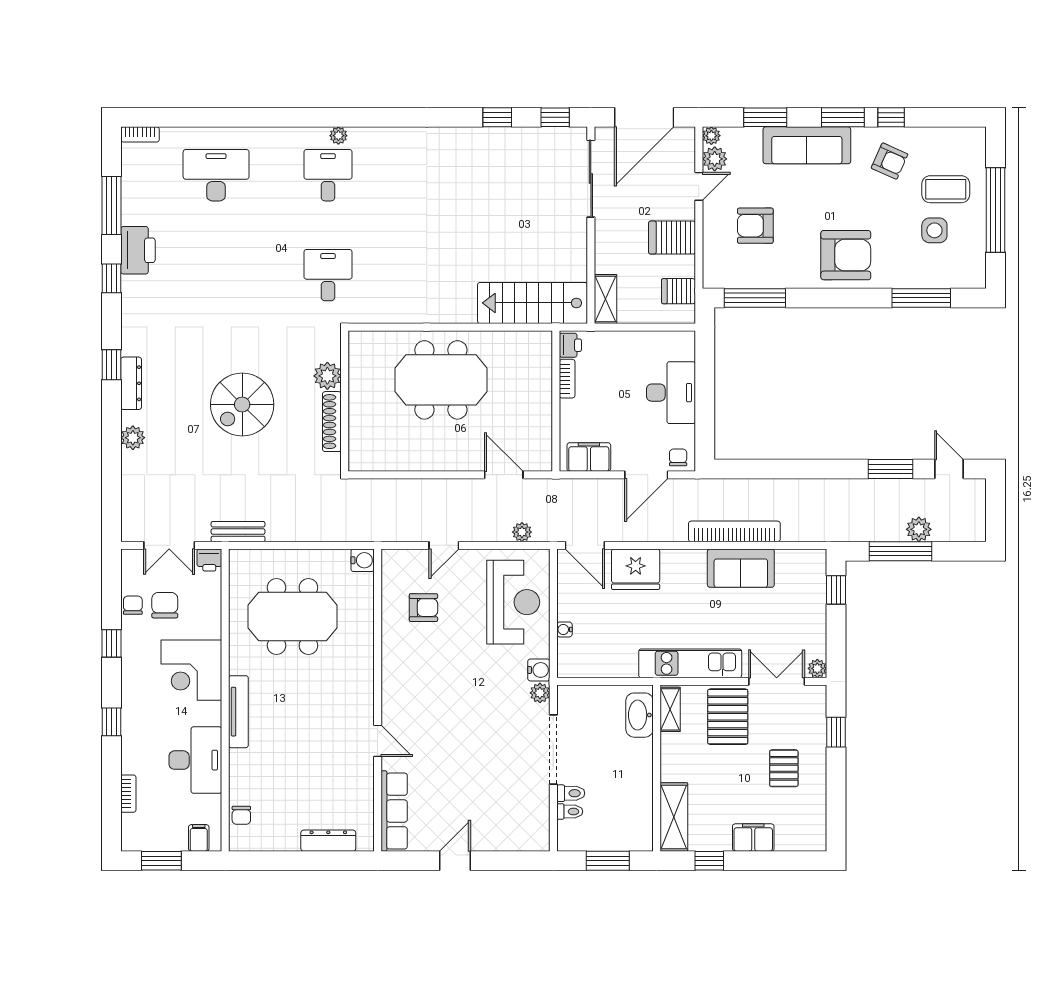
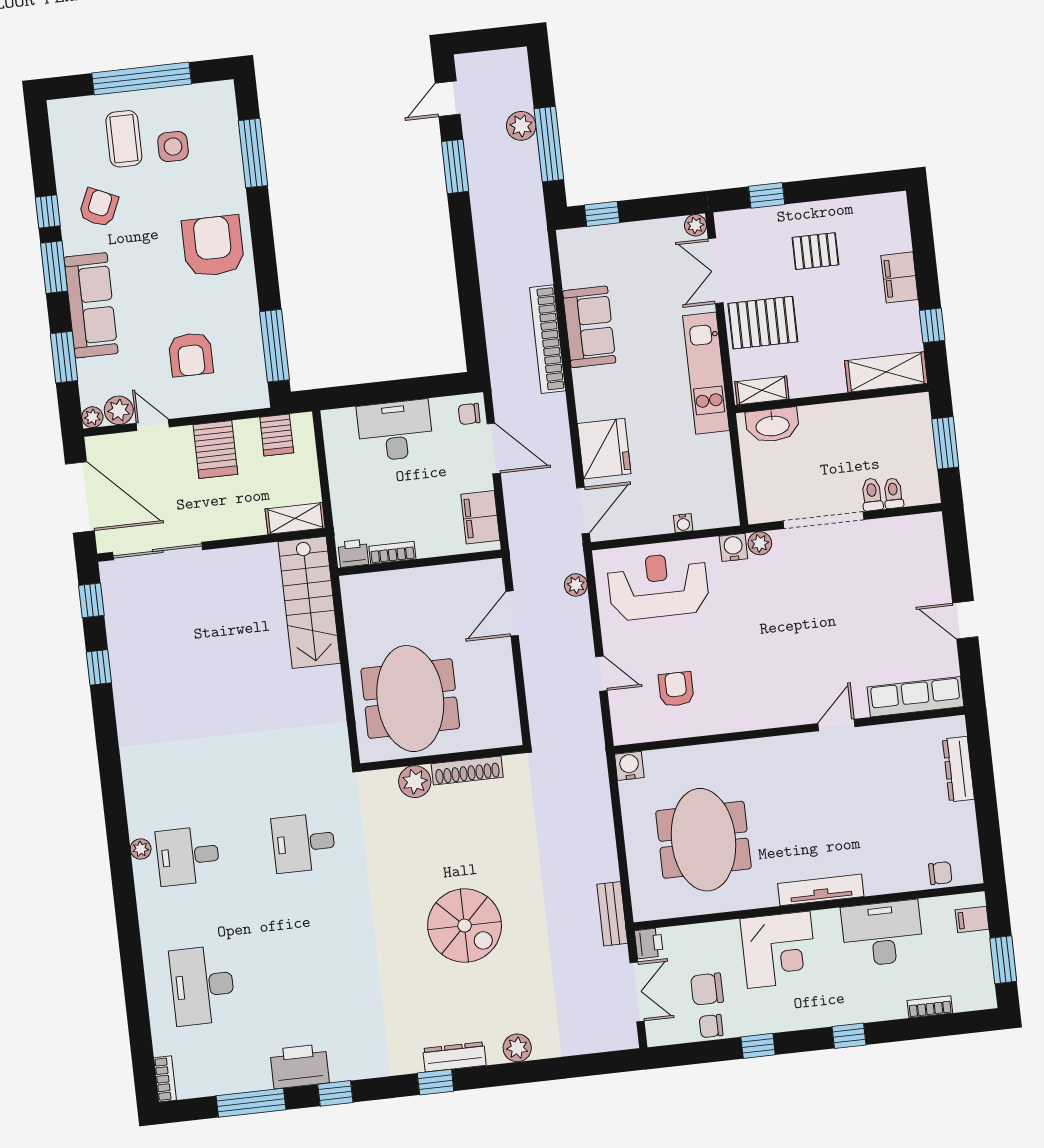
plant: (327, 376) -> (415, 782), moved
wall: (345, 401) -> (442, 758), moved
shoe rack: (332, 422) -> (467, 770), moved

